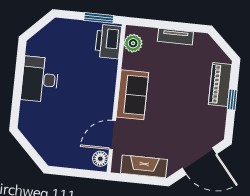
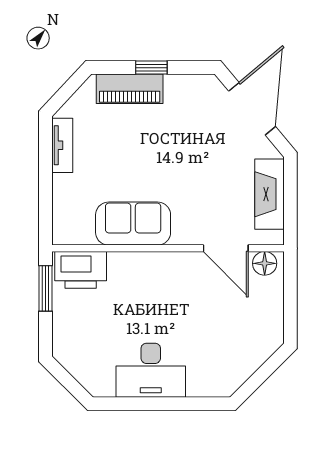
tv unit: (175, 37) -> (62, 145), moved
plant: (133, 43) -> (79, 231), removed
sofa: (132, 95) -> (133, 224), moved

